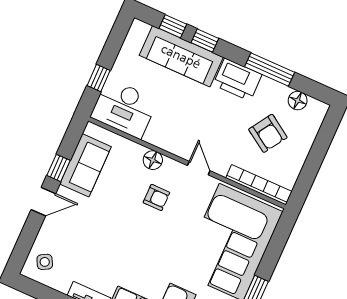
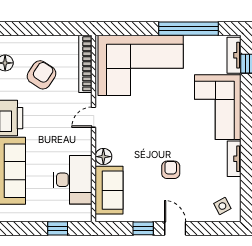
desk: (124, 108) -> (73, 180), moved
sofa: (85, 165) -> (109, 190), moved, turned 90
armchair: (156, 198) -> (171, 170), moved

